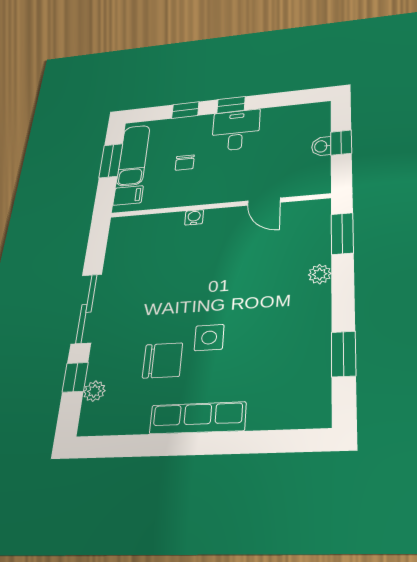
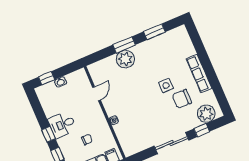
window: (341, 143) -> (47, 78), moved
window: (342, 233) -> (124, 45), moved
plant: (320, 274) -> (125, 59), width x1.87, depth x1.87
chair: (163, 360) -> (182, 99), turned -89
plant: (94, 391) -> (206, 114), width x1.88, depth x1.88

